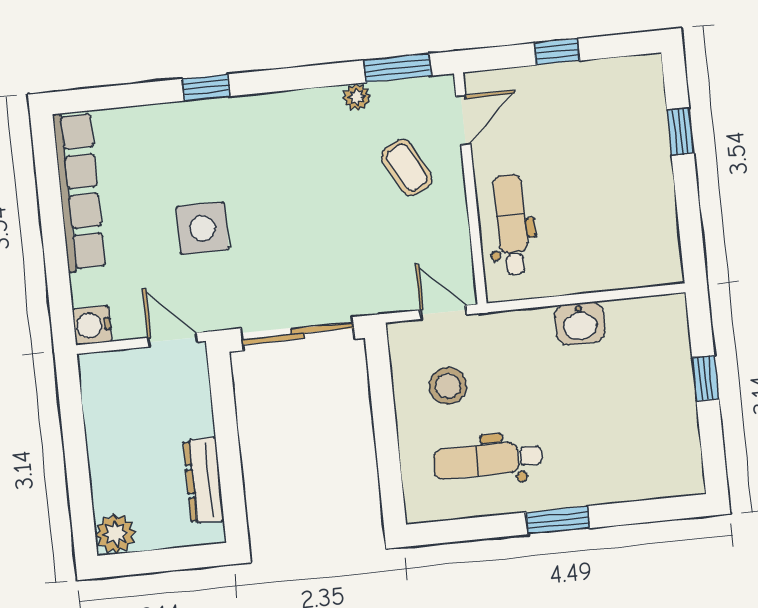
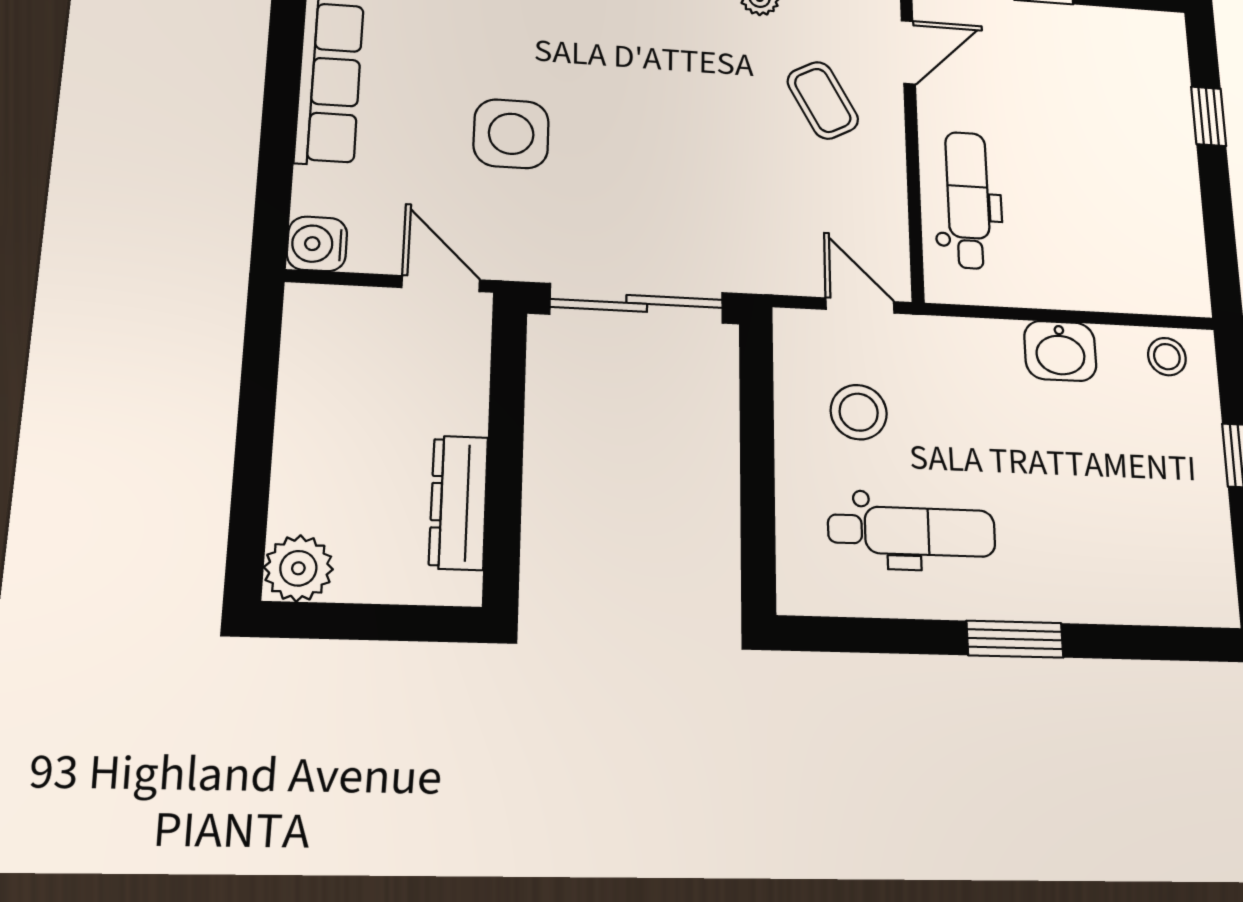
stool: (653, 316) -> (1167, 357), added
dental chair: (488, 460) -> (912, 531), turned 180

